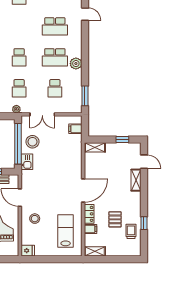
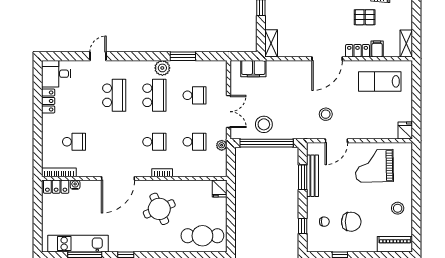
window: (85, 96) -> (183, 56), moved
filing cabinet: (75, 129) -> (253, 69), width x2.00
kitchen sink: (27, 162) -> (290, 132), removed
door: (83, 190) -> (327, 59), swing flipped
stool: (35, 219) -> (326, 114), moved

